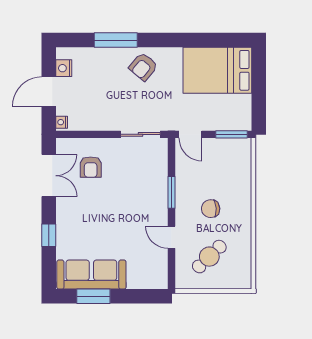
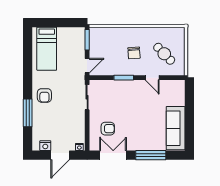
armchair: (143, 67) -> (44, 95), turned 50
bed: (217, 70) -> (47, 49), width x0.67
door: (49, 92) -> (60, 155), hinge flipped
window: (49, 235) -> (151, 155), width x2.17
door: (172, 237) -> (152, 78), hinge flipped
window: (93, 296) -> (189, 127), removed

